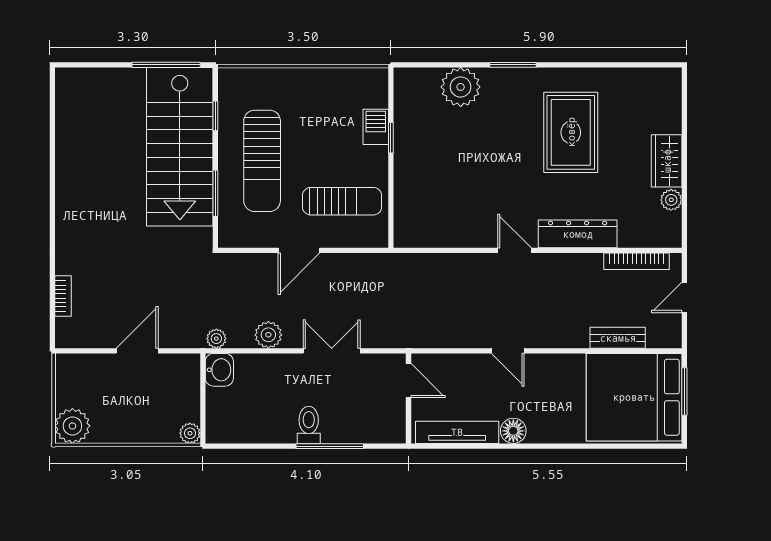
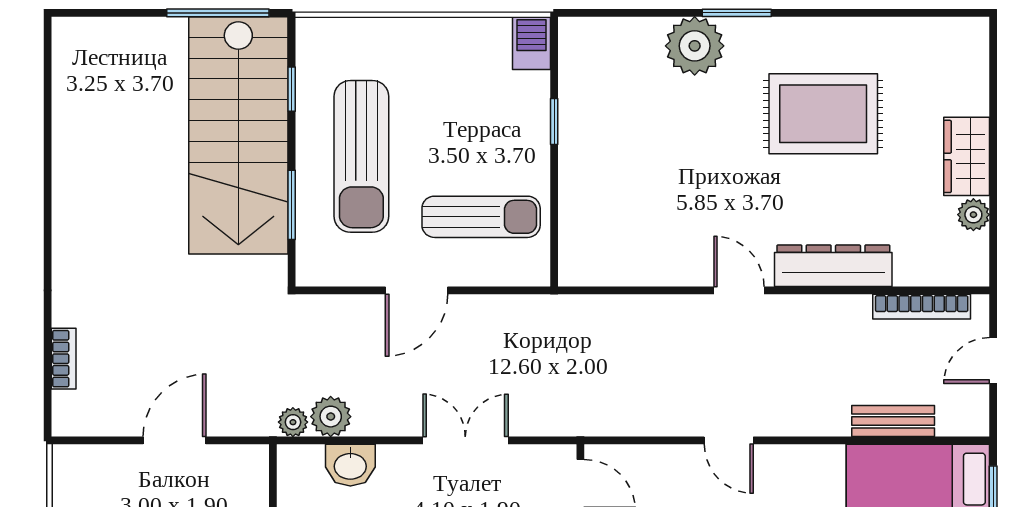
plant: (461, 87) -> (695, 46), moved
barbecue: (376, 127) -> (532, 43), moved
rug: (571, 132) -> (823, 114), turned 90
plant: (268, 335) -> (331, 417), moved
washbasin: (219, 370) -> (350, 465), moved, turned 90

